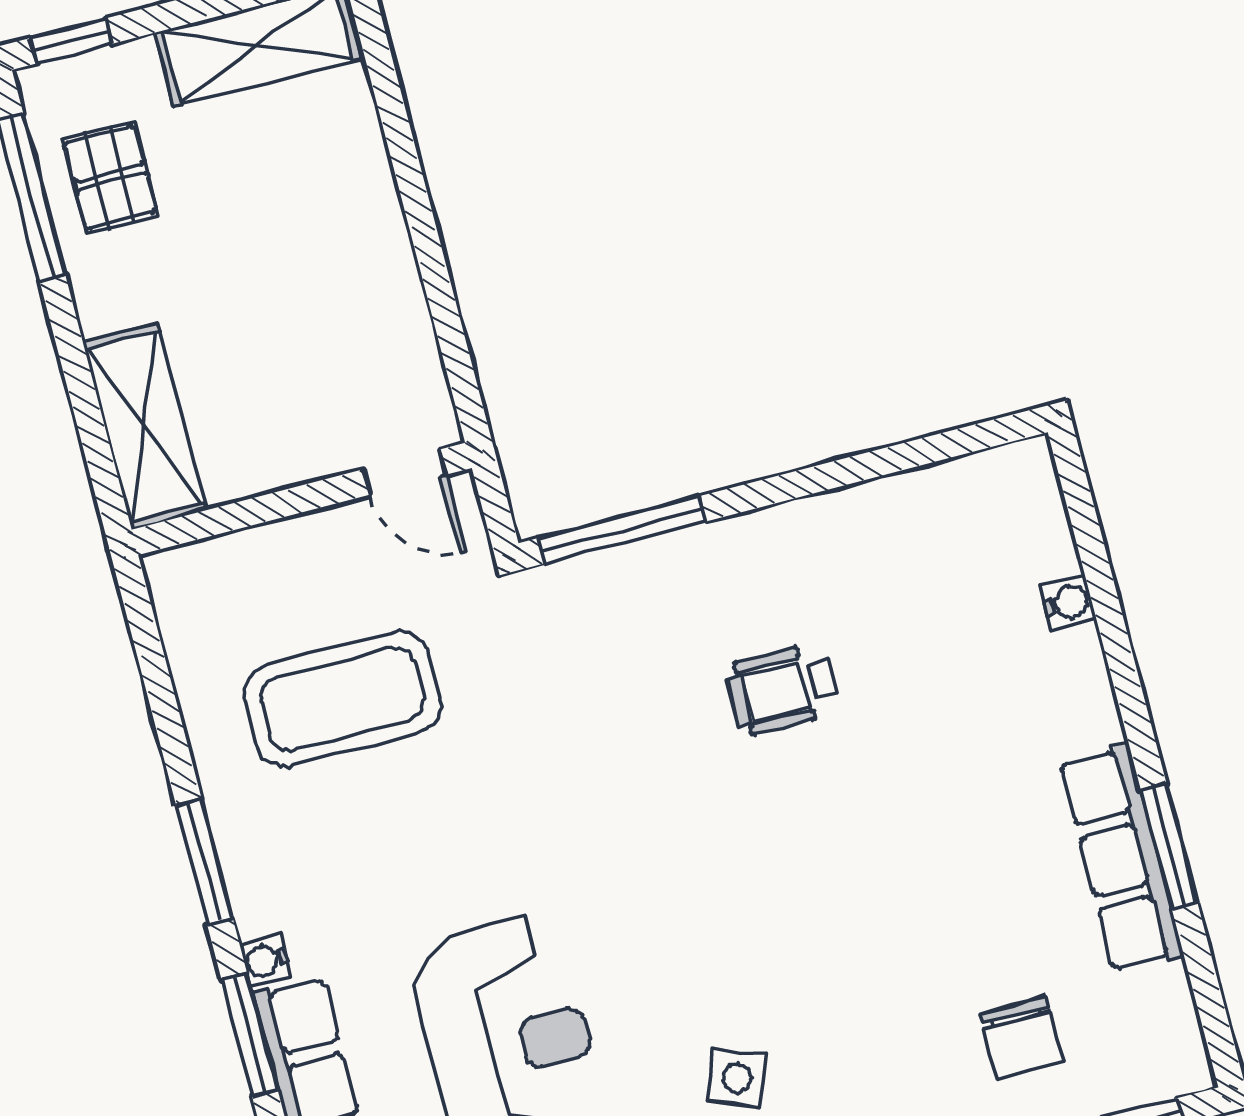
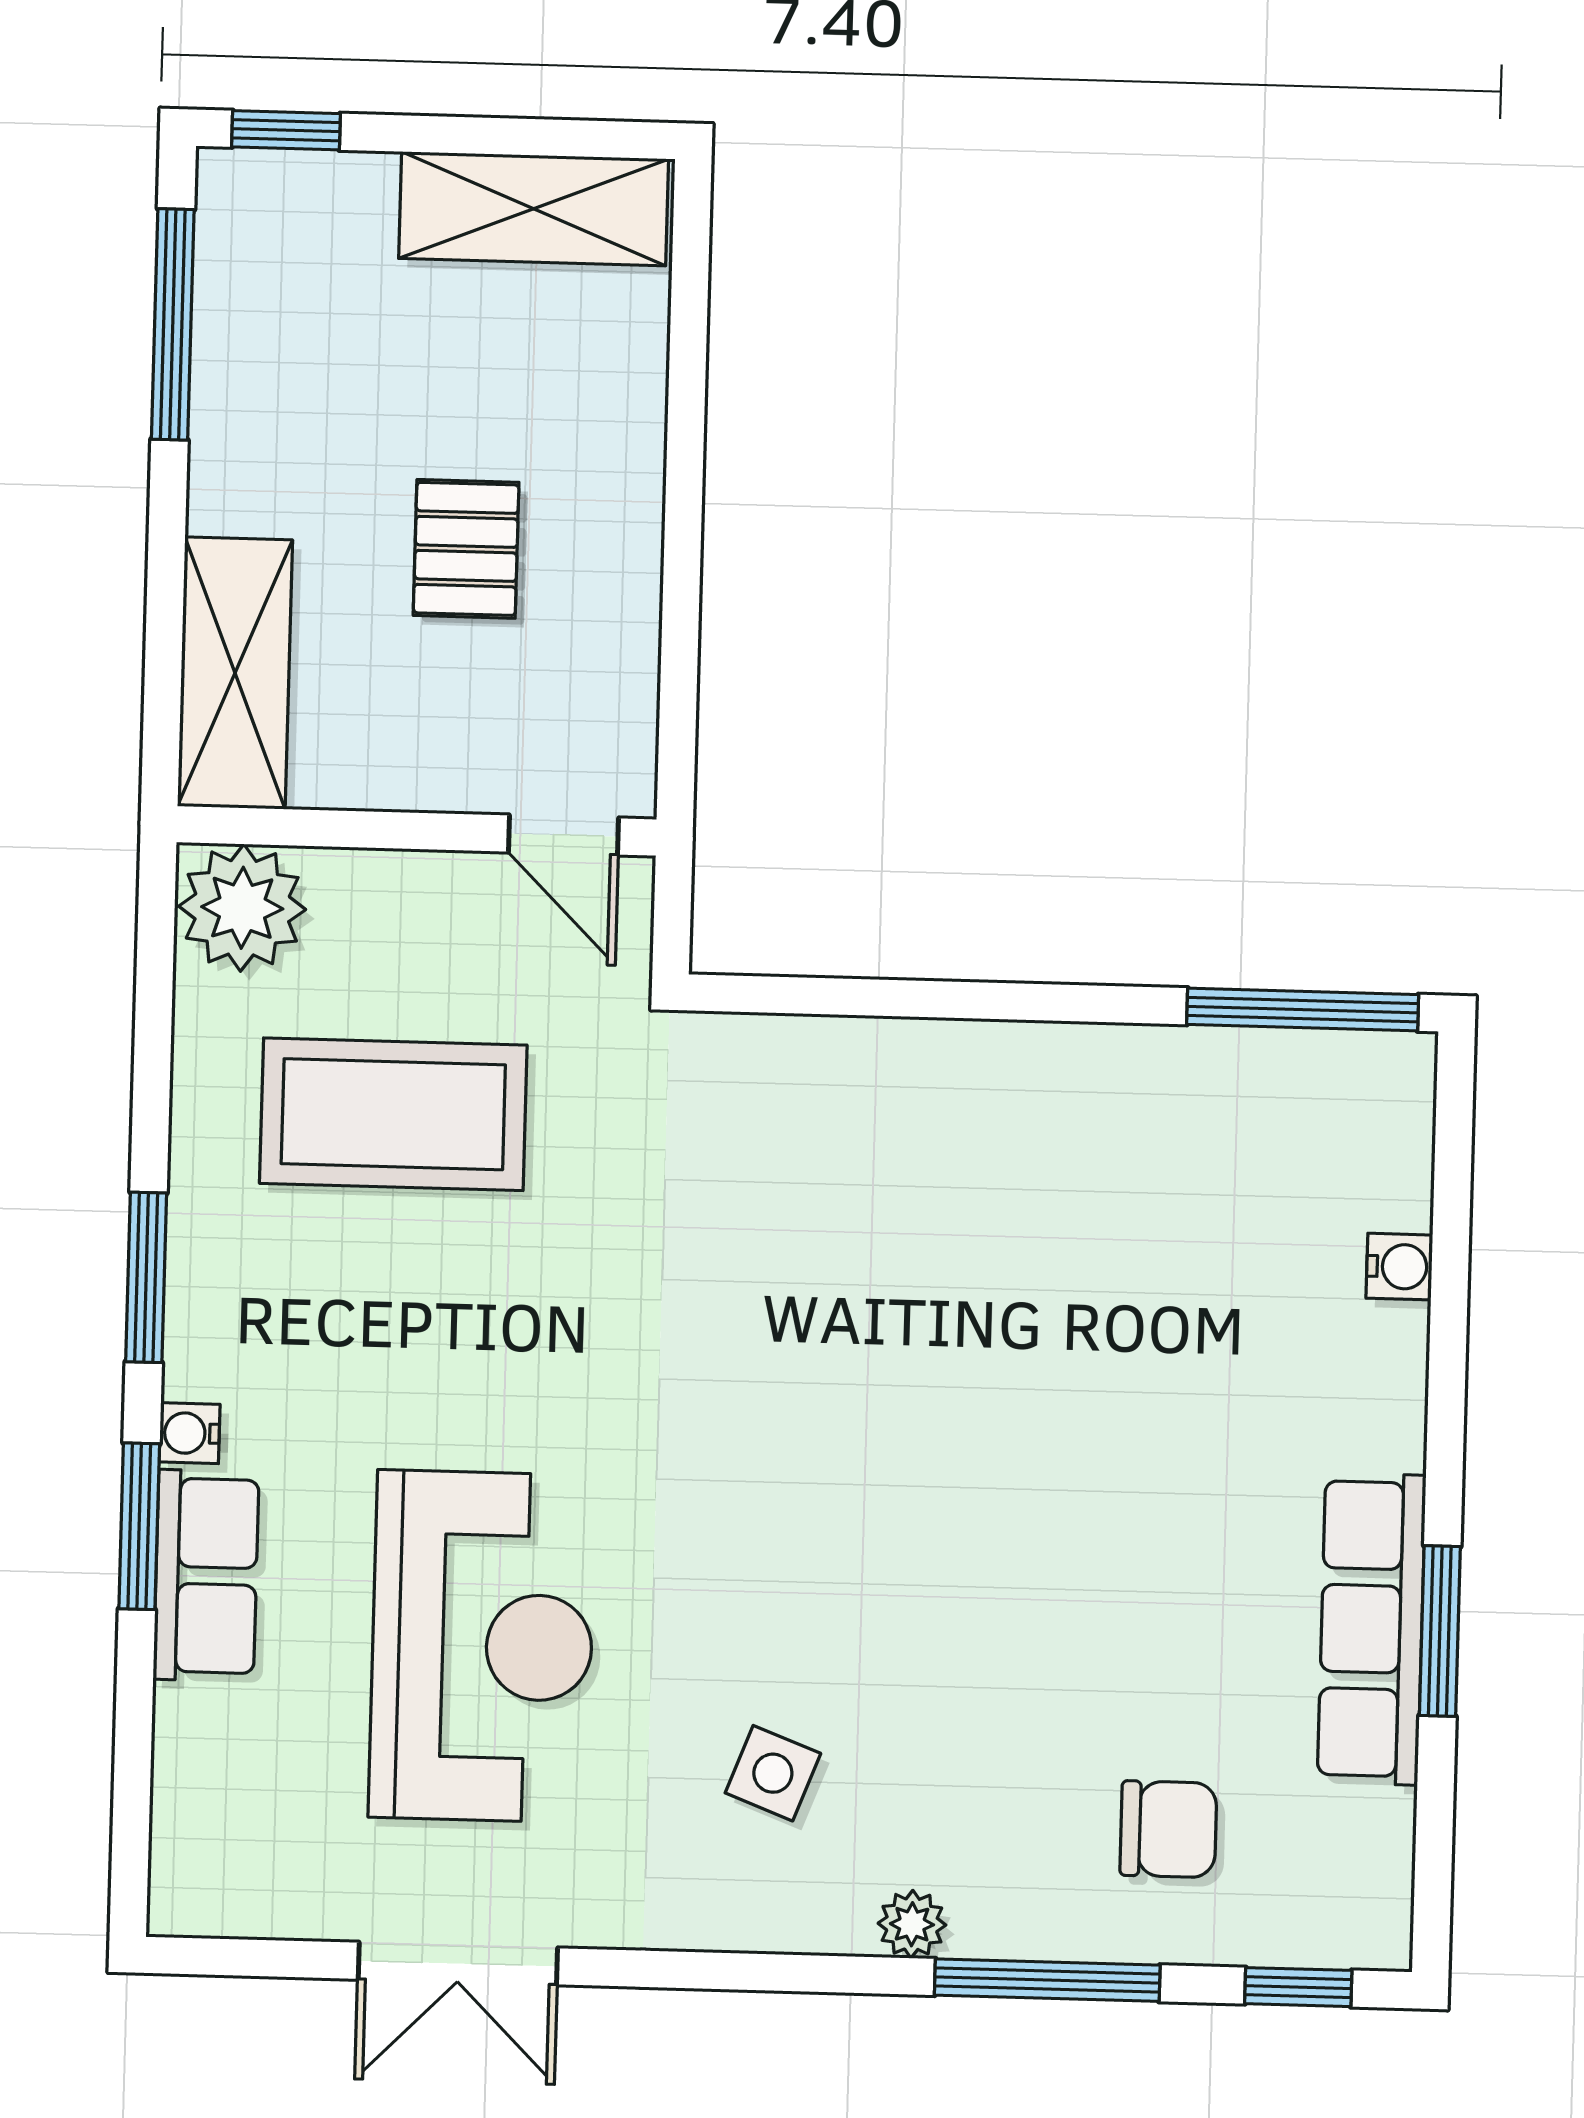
pallet: (110, 177) -> (466, 549), moved
window: (622, 530) -> (1303, 1010), moved
plant: (197, 587) -> (242, 908), added
wheelchair: (782, 689) -> (984, 1272), removed
chair: (1021, 1038) -> (1168, 1829), turned -90

